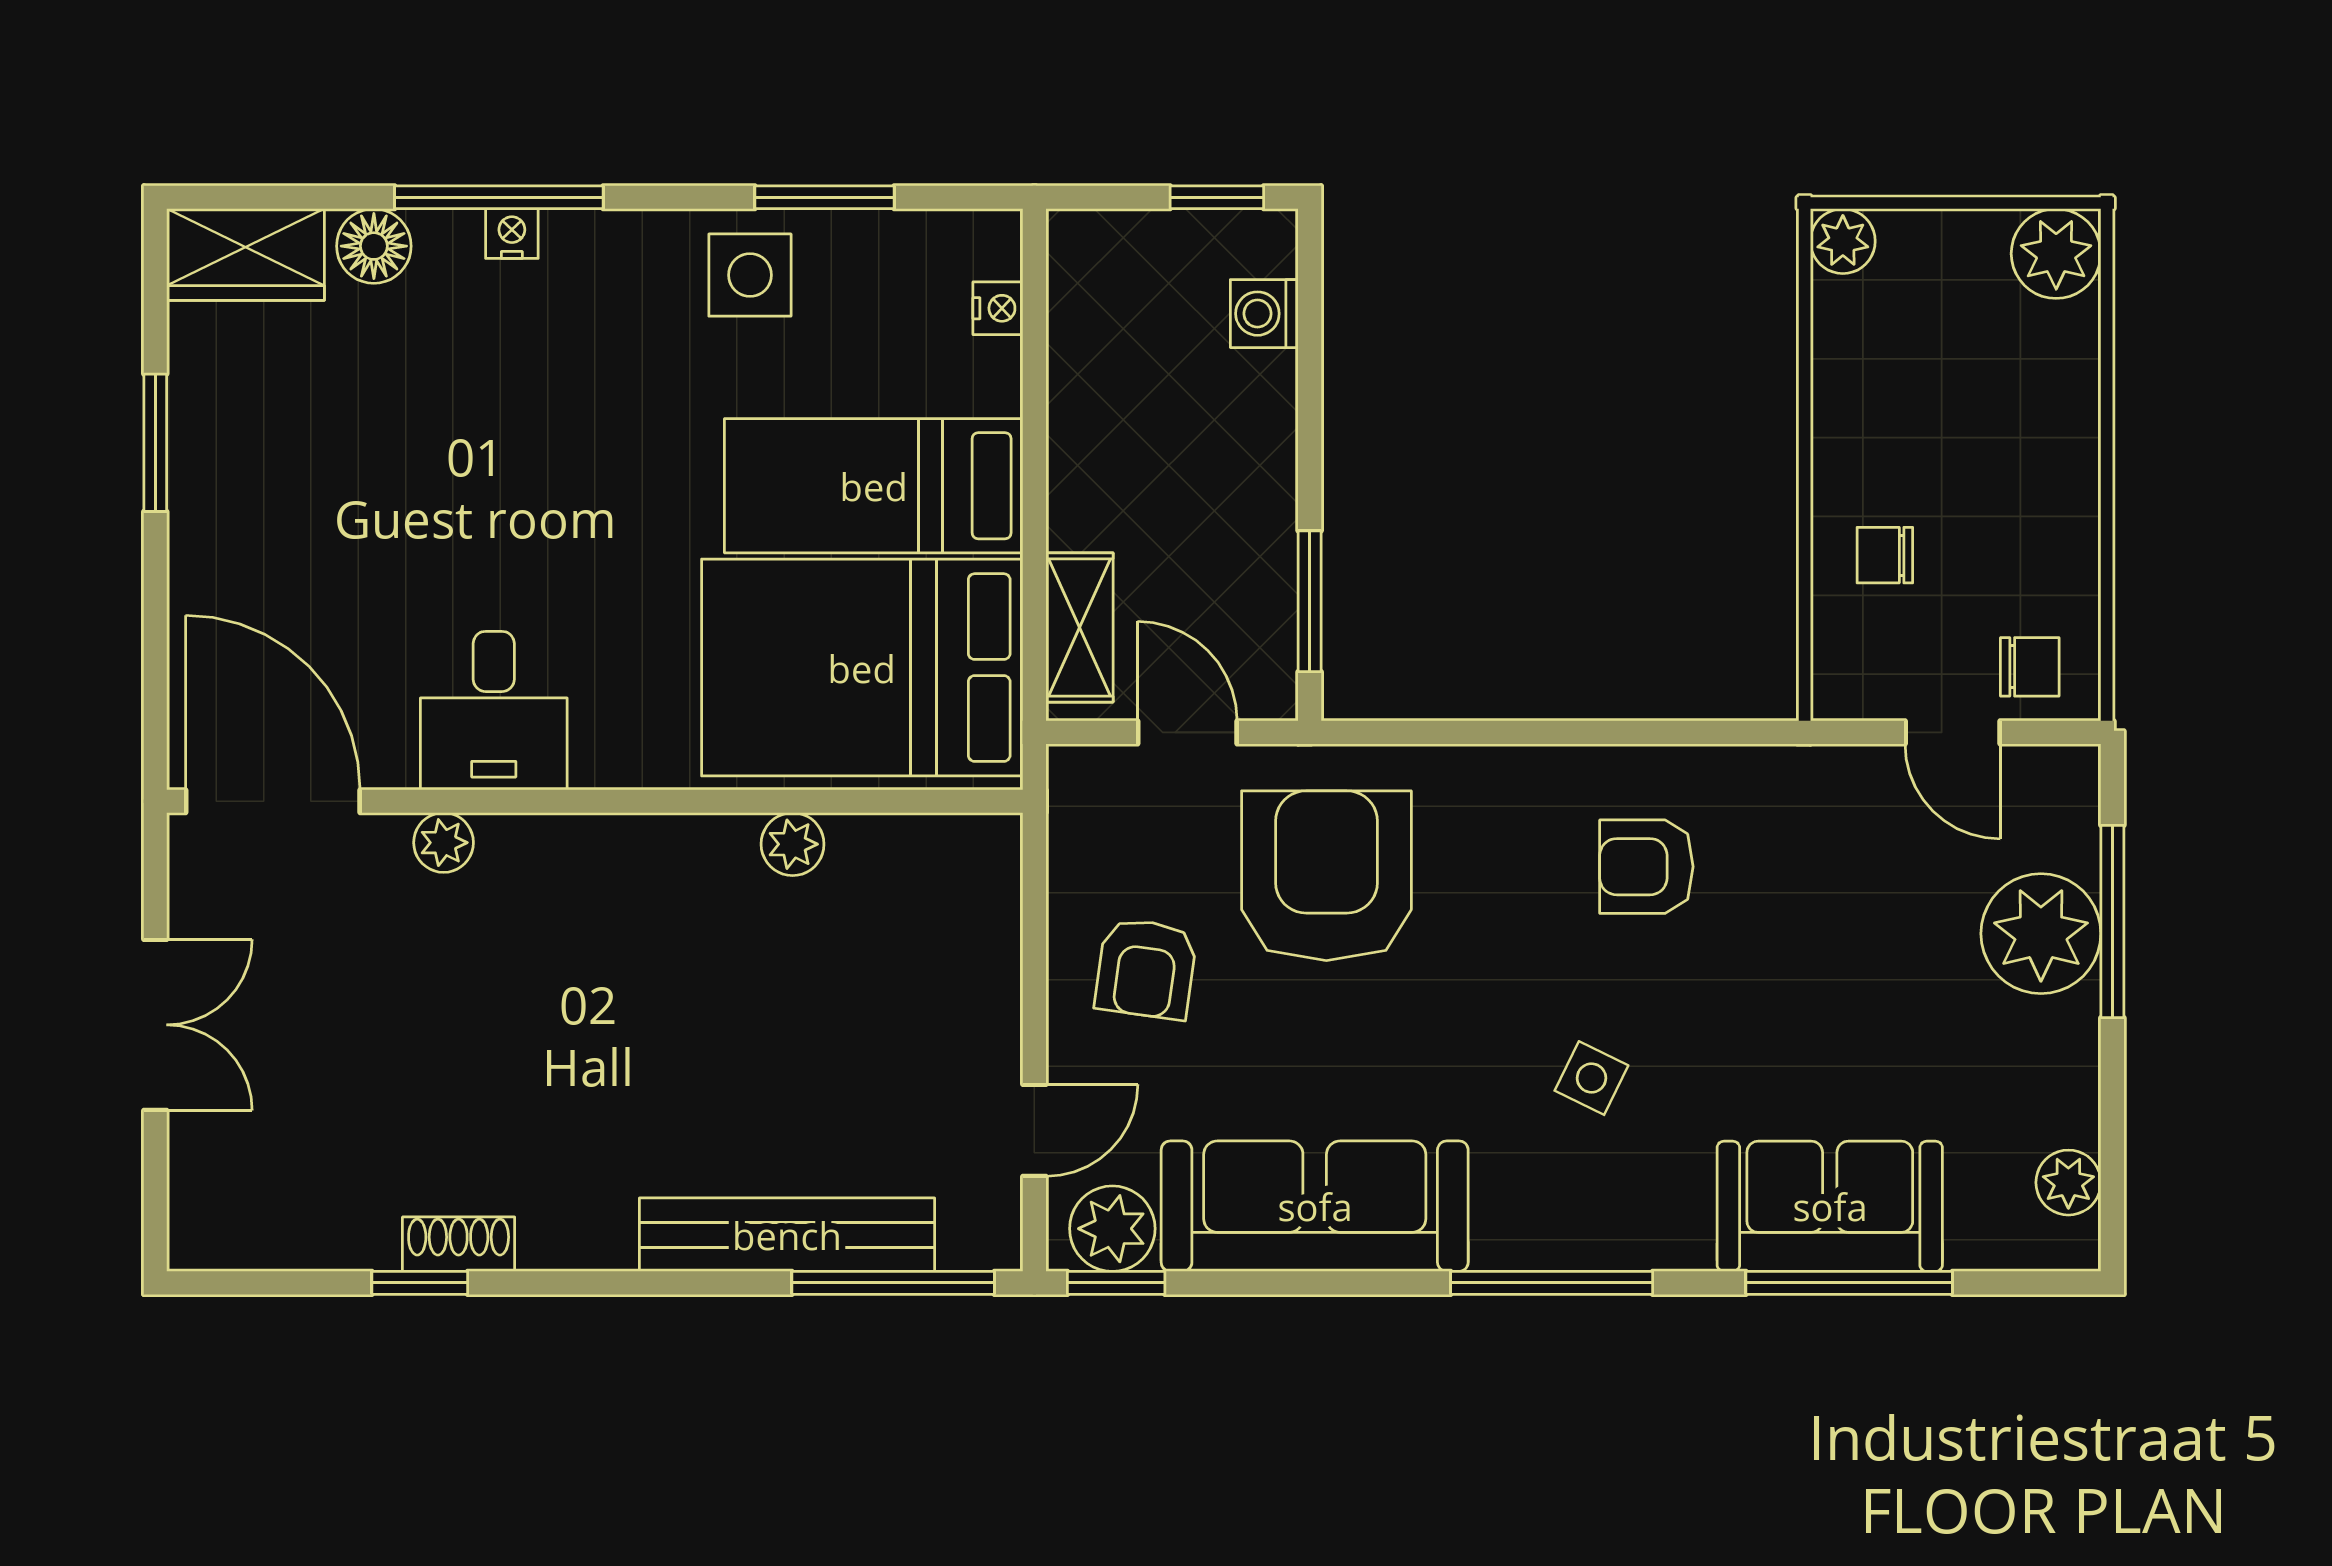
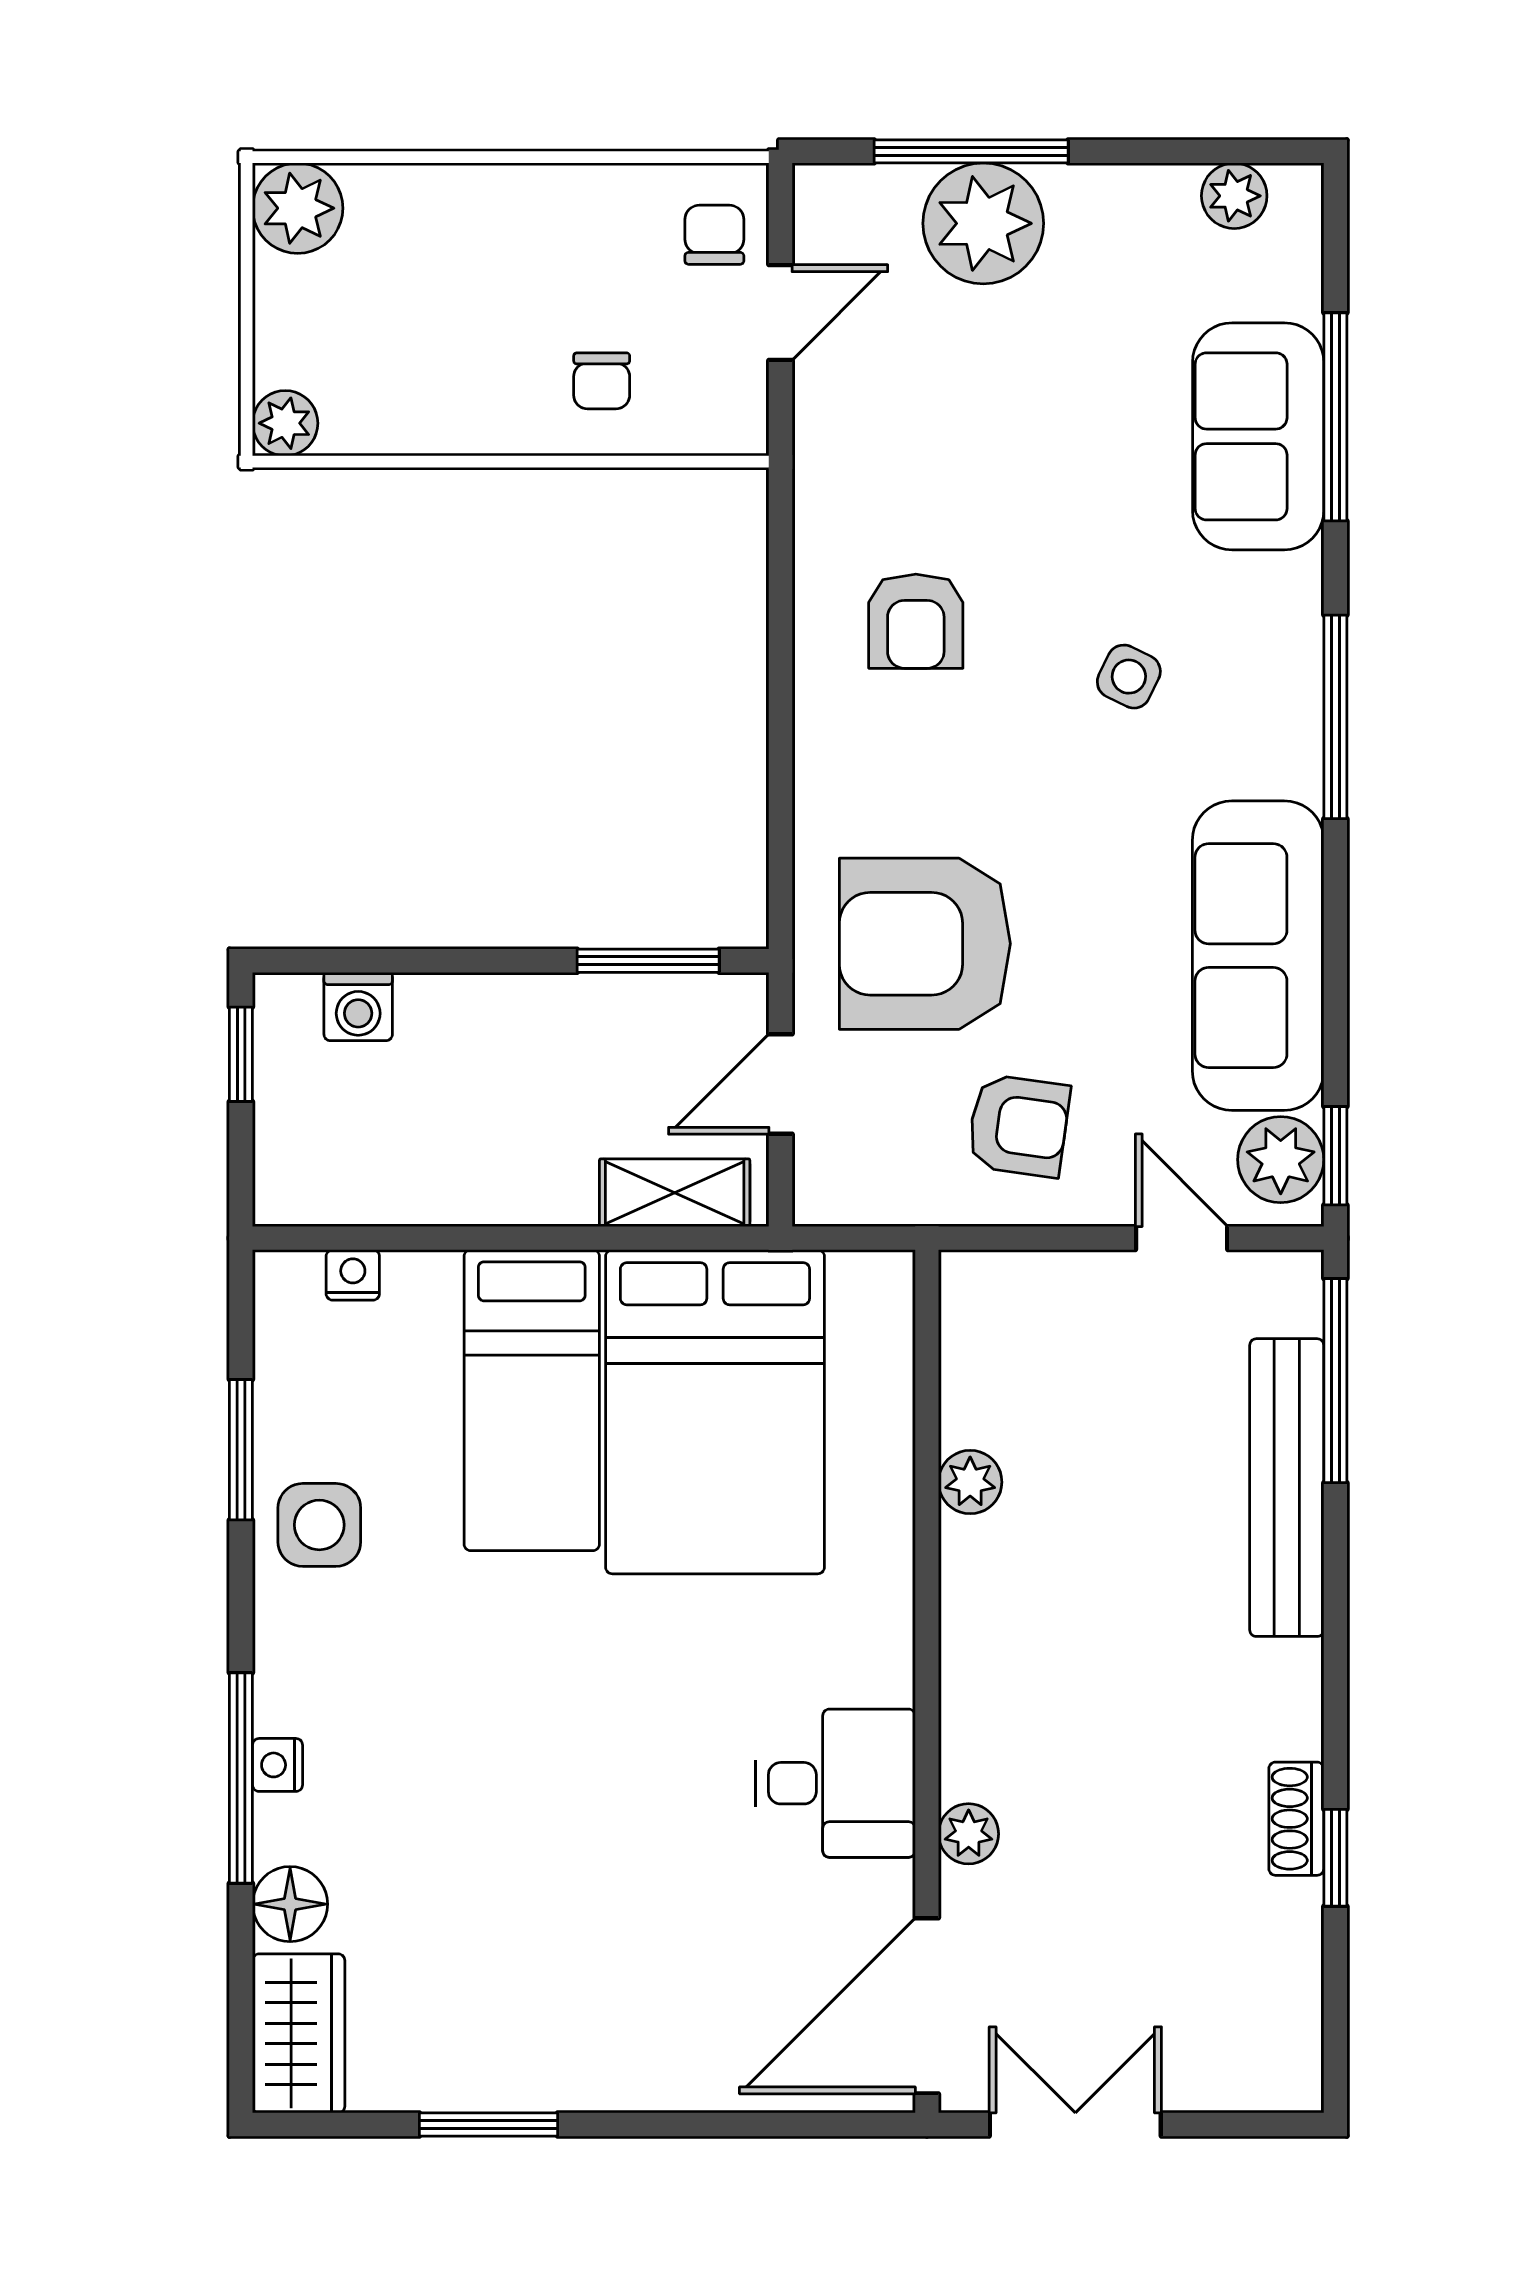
desk: (494, 711) -> (835, 1783), moved
door: (273, 801) -> (927, 2006), moved
wall: (595, 801) -> (927, 1681), moved
plant: (444, 843) -> (969, 1834), moved
plant: (793, 844) -> (970, 1482), moved

